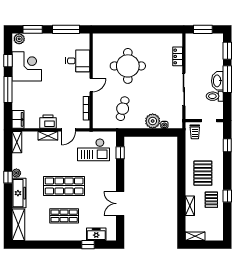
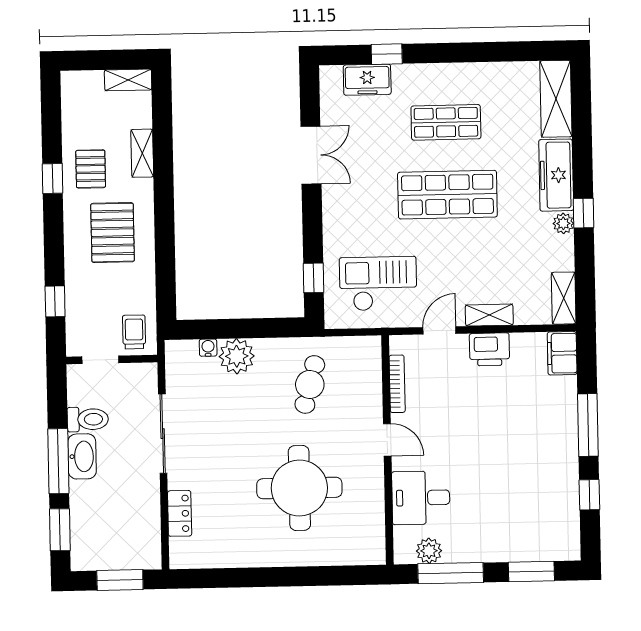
plant: (19, 39) -> (429, 551), moved
corner desk: (27, 66) -> (544, 482), removed
door: (91, 85) -> (387, 440), swing flipped

